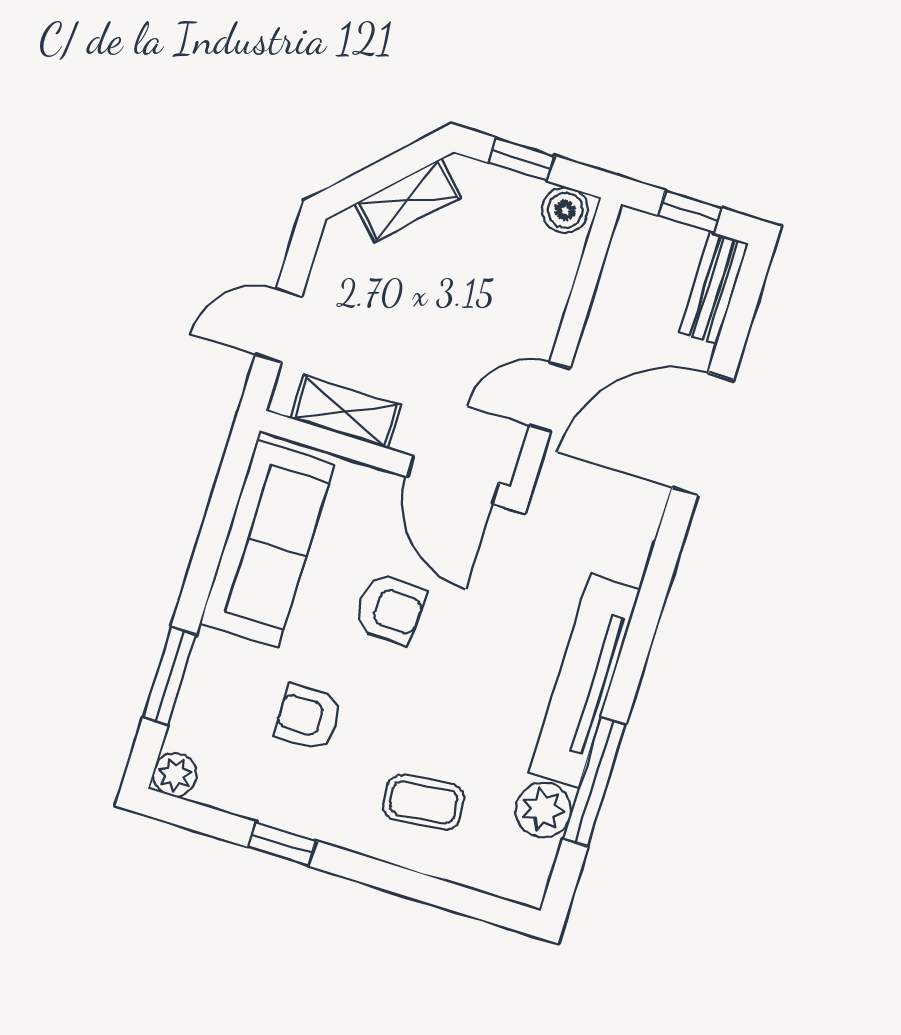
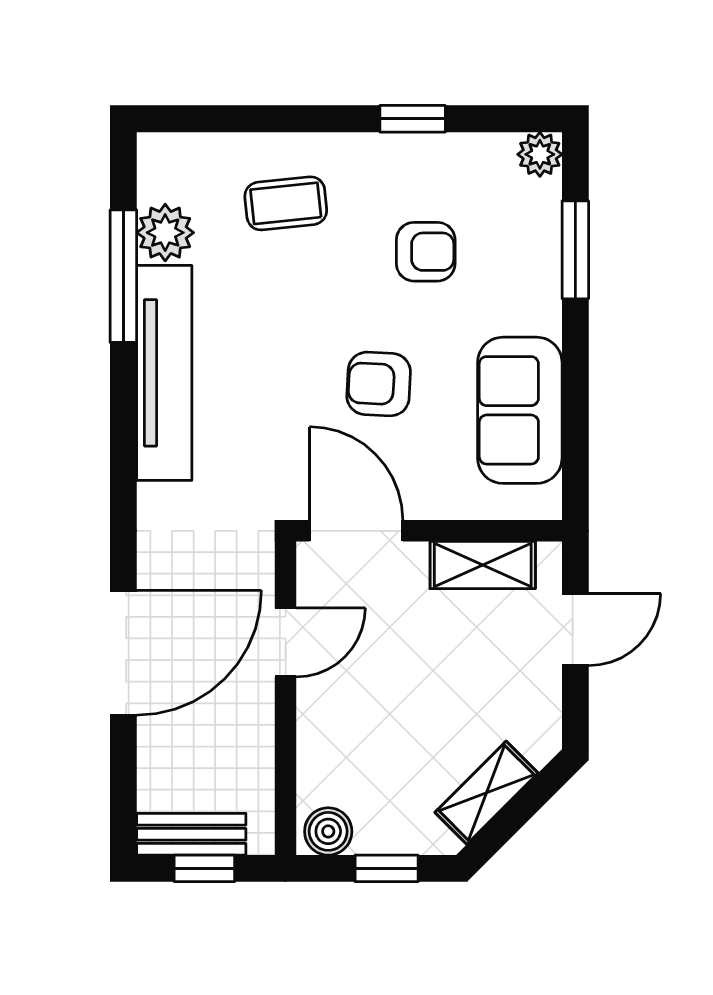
bench: (714, 288) -> (191, 834), moved, turned 90
sofa: (267, 544) -> (520, 410), width x0.73

